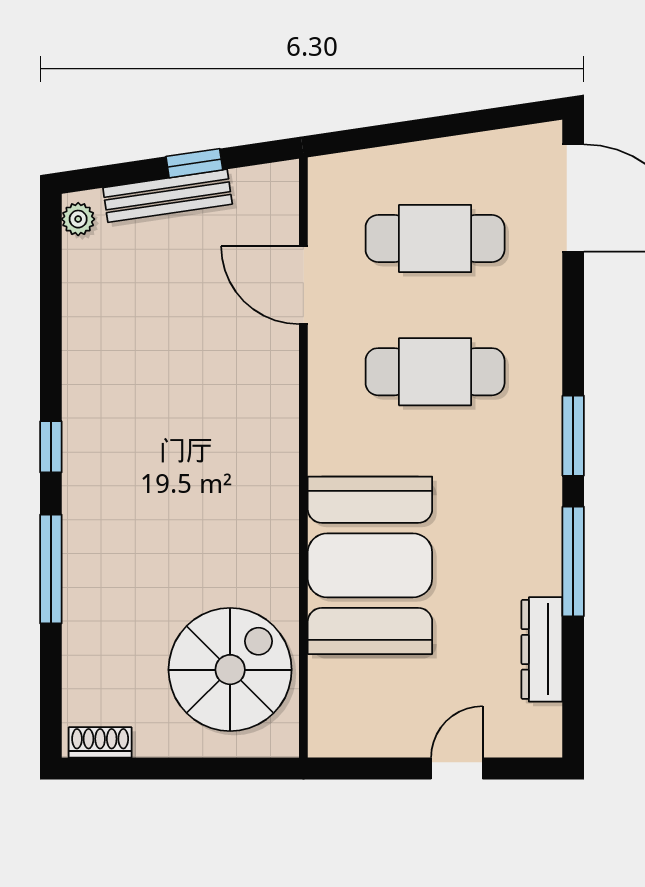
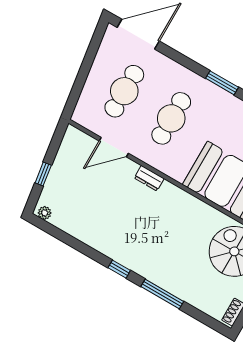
window: (194, 163) -> (43, 174), moved
bench: (168, 196) -> (55, 177), removed
dresser: (281, 399) -> (149, 178), added

